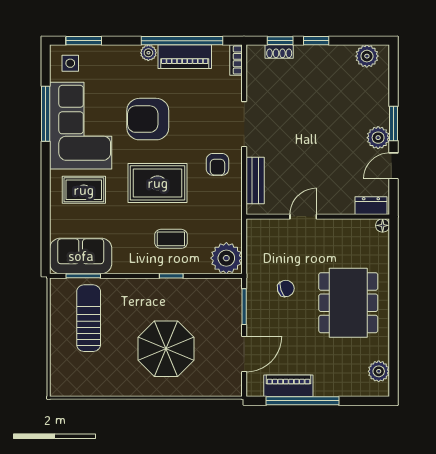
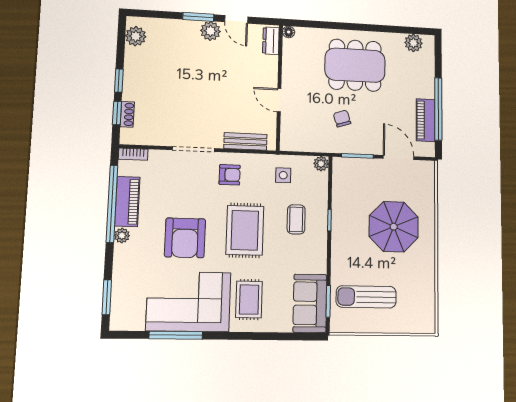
side table: (70, 63) -> (283, 175), moved
plant: (226, 258) -> (321, 164), width x0.53, depth x0.53

